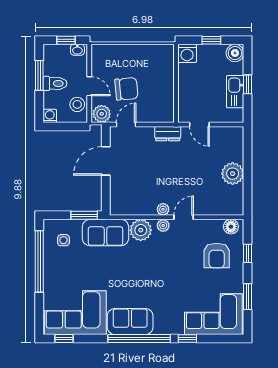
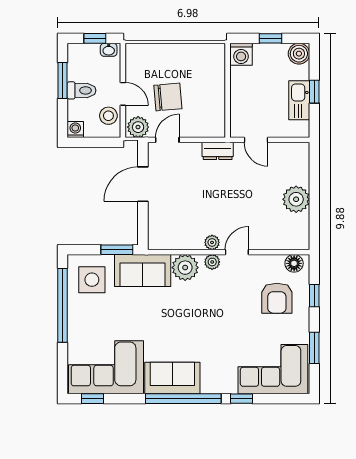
side table: (64, 240) -> (92, 280), width x1.87, depth x1.87

